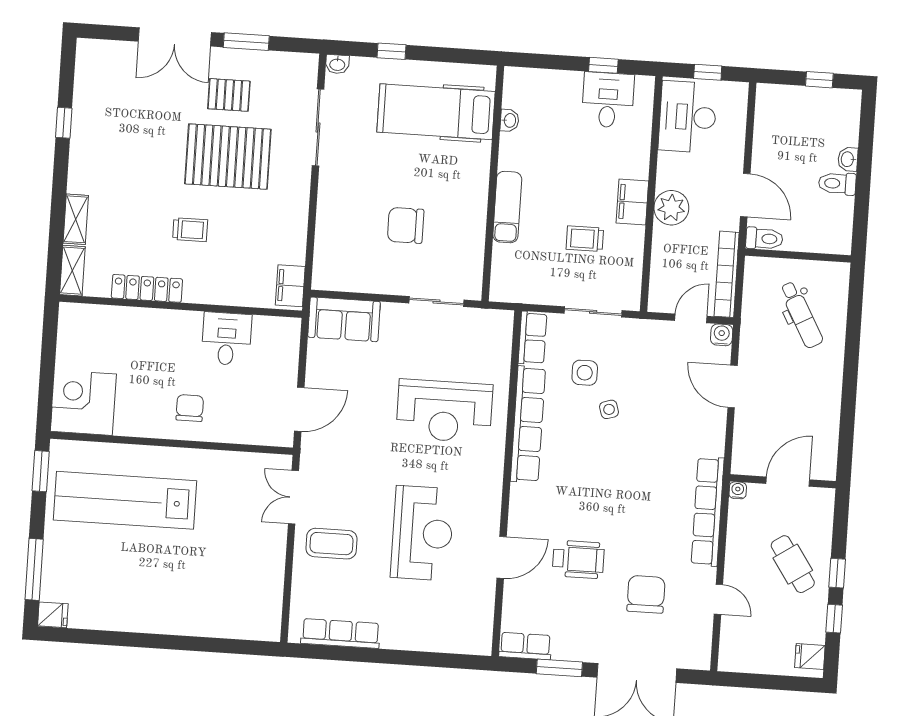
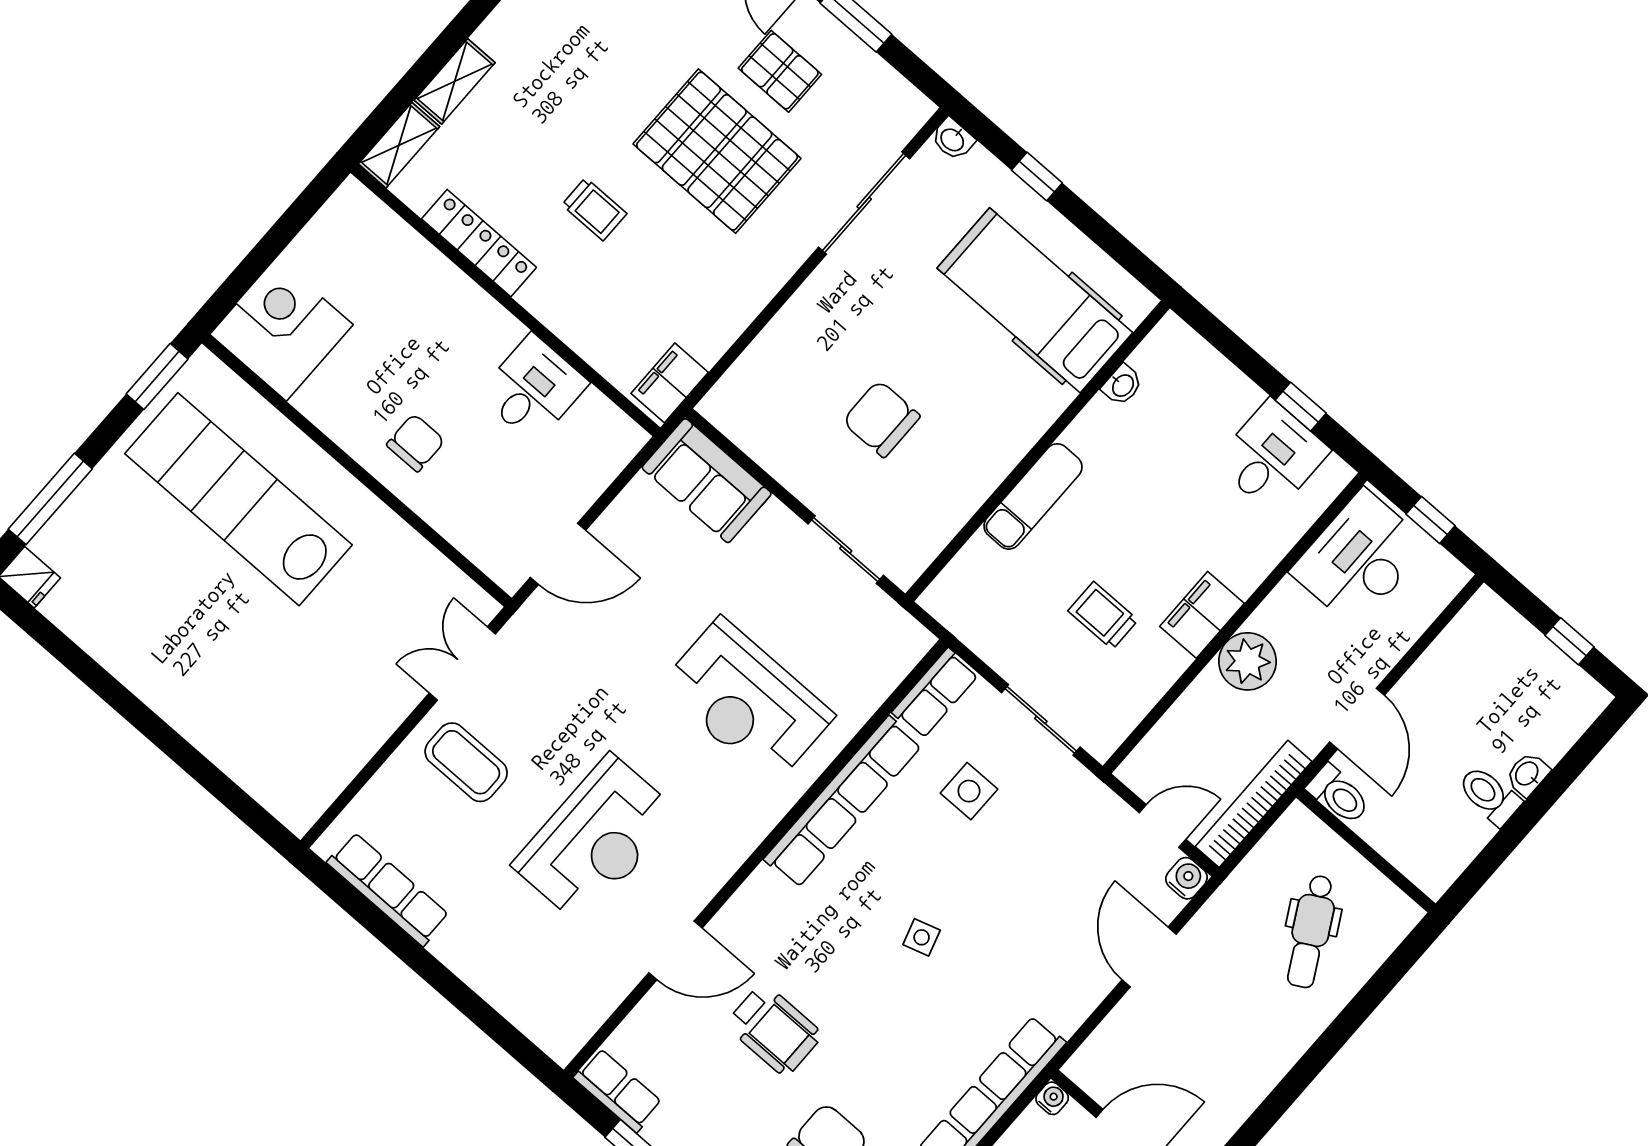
side table: (609, 409) -> (922, 937), moved

